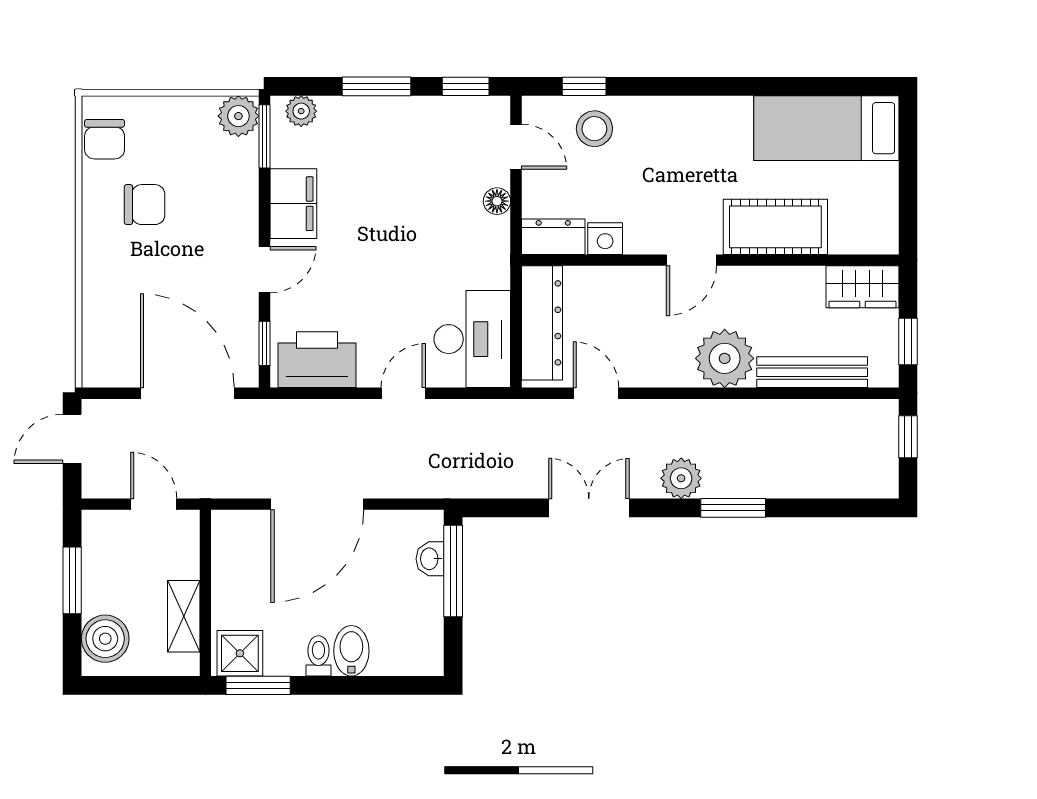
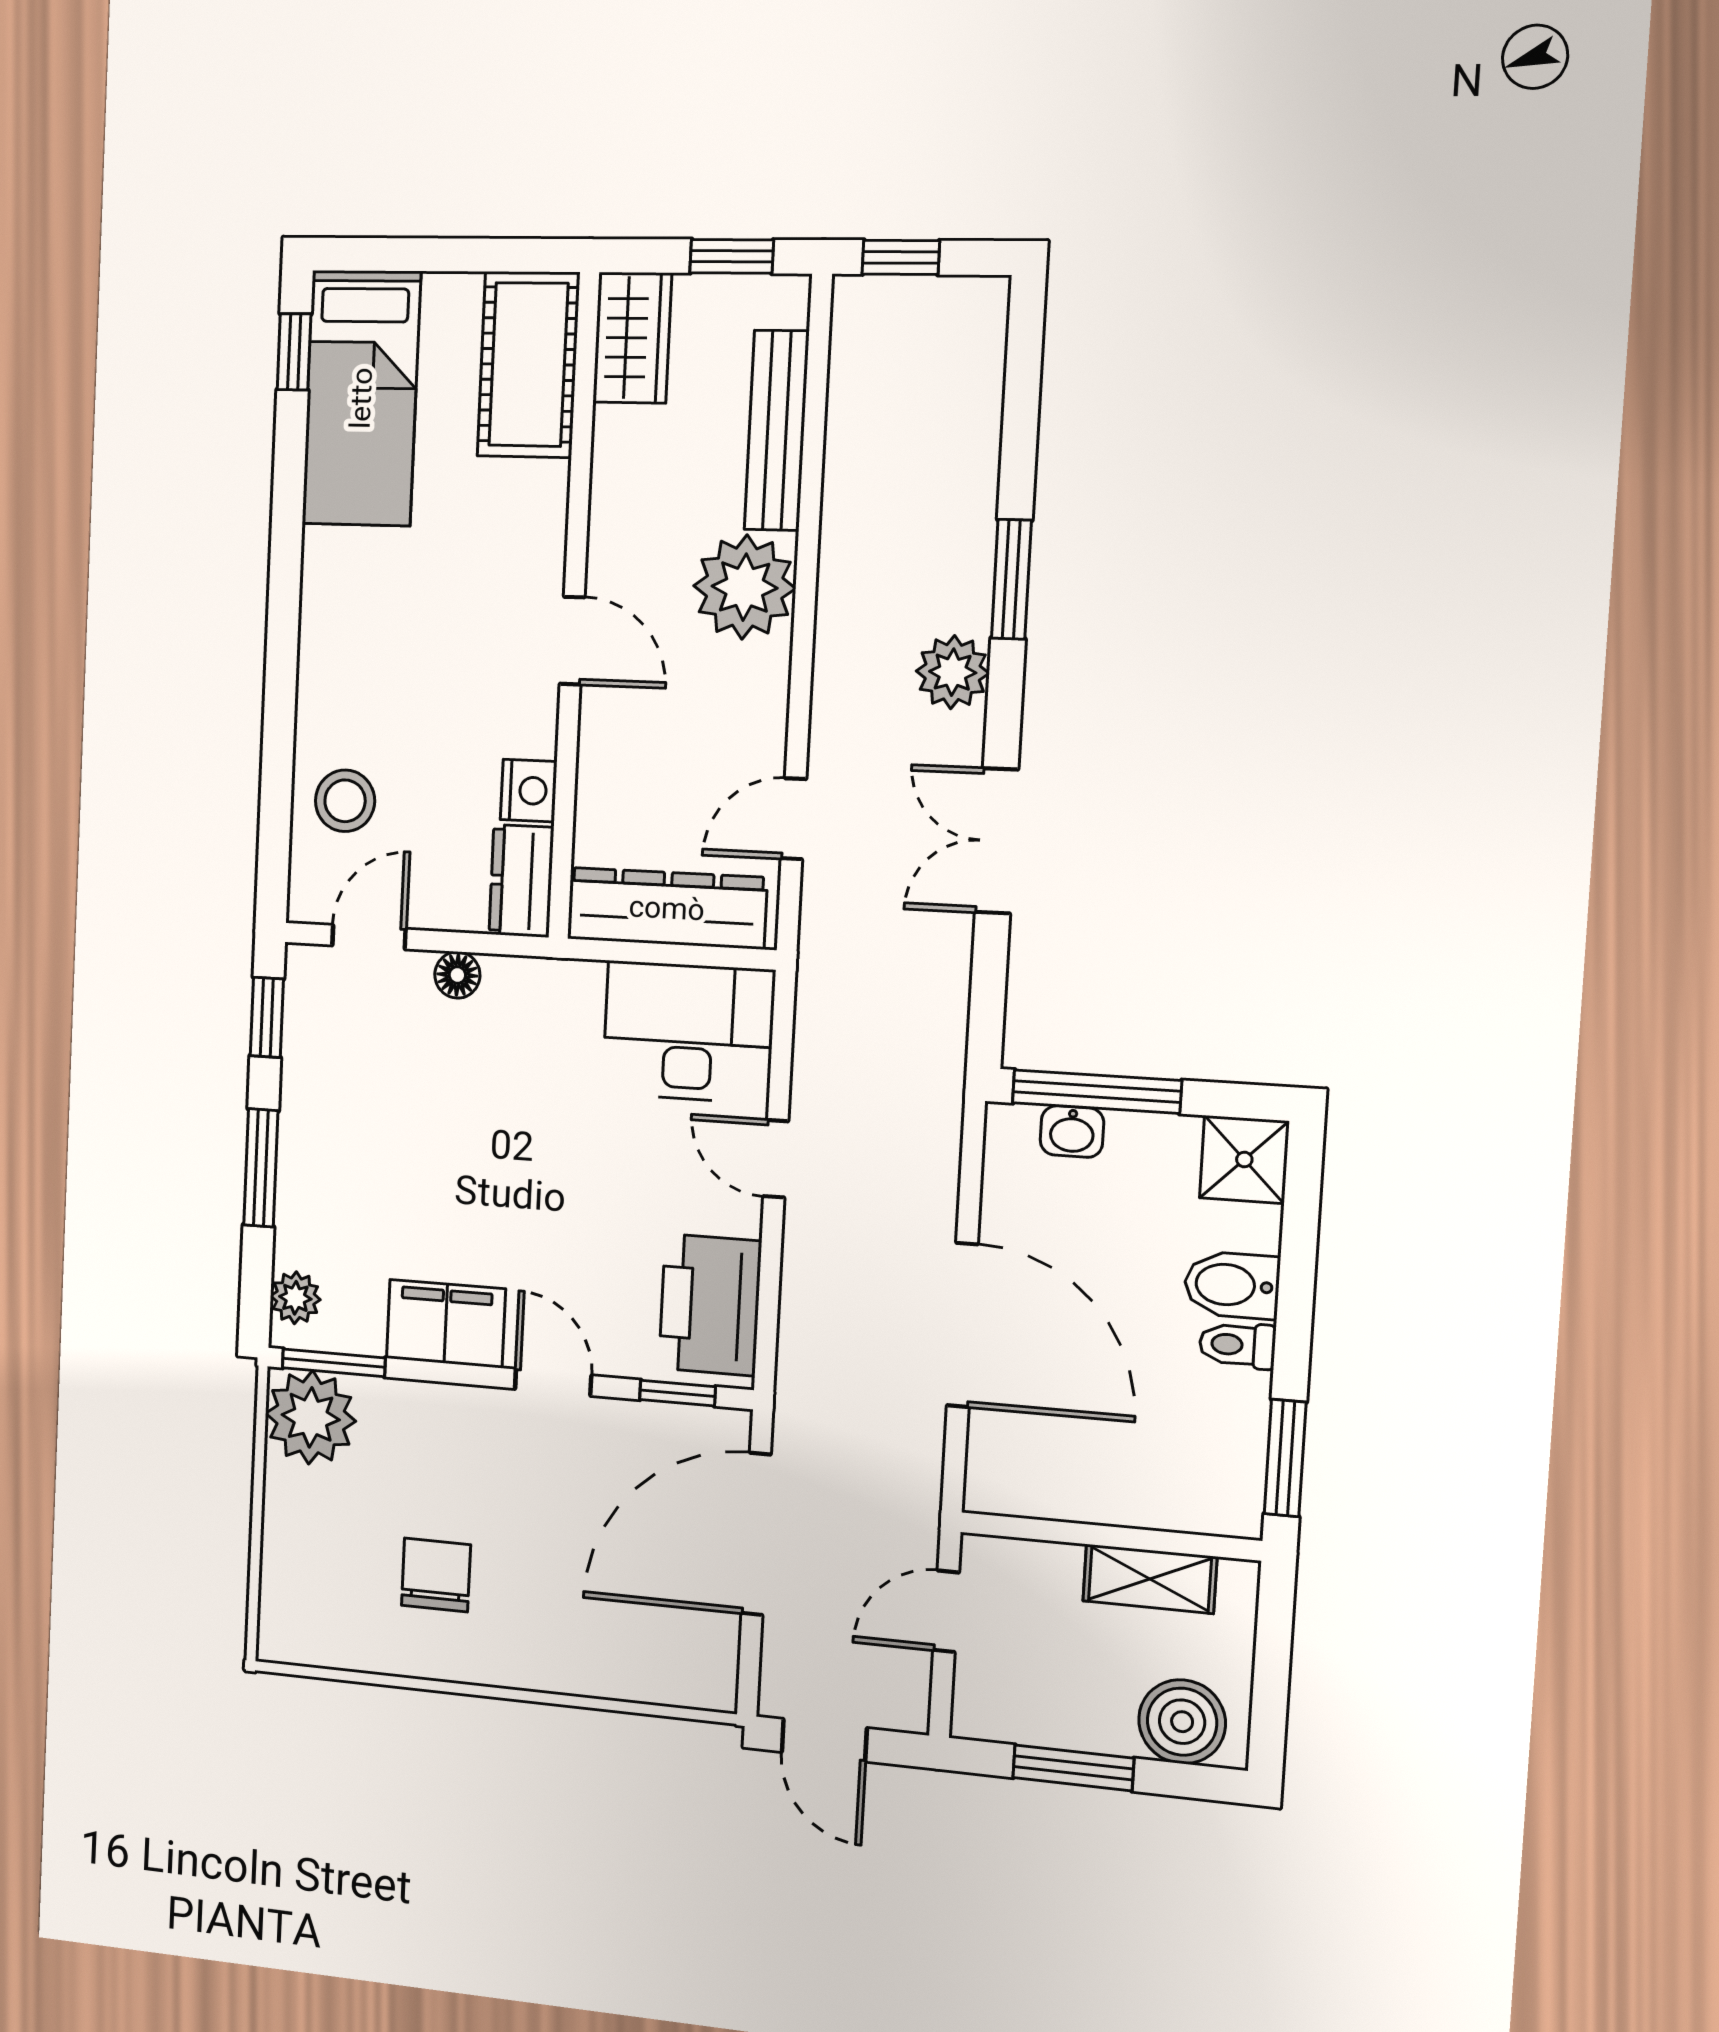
window: (584, 86) -> (294, 352), moved
plant: (238, 116) -> (311, 1417), width x1.36, depth x1.36
chair: (105, 139) -> (327, 1631), removed
cot: (775, 227) -> (528, 365), moved
shower: (240, 653) -> (1244, 1159), moved

